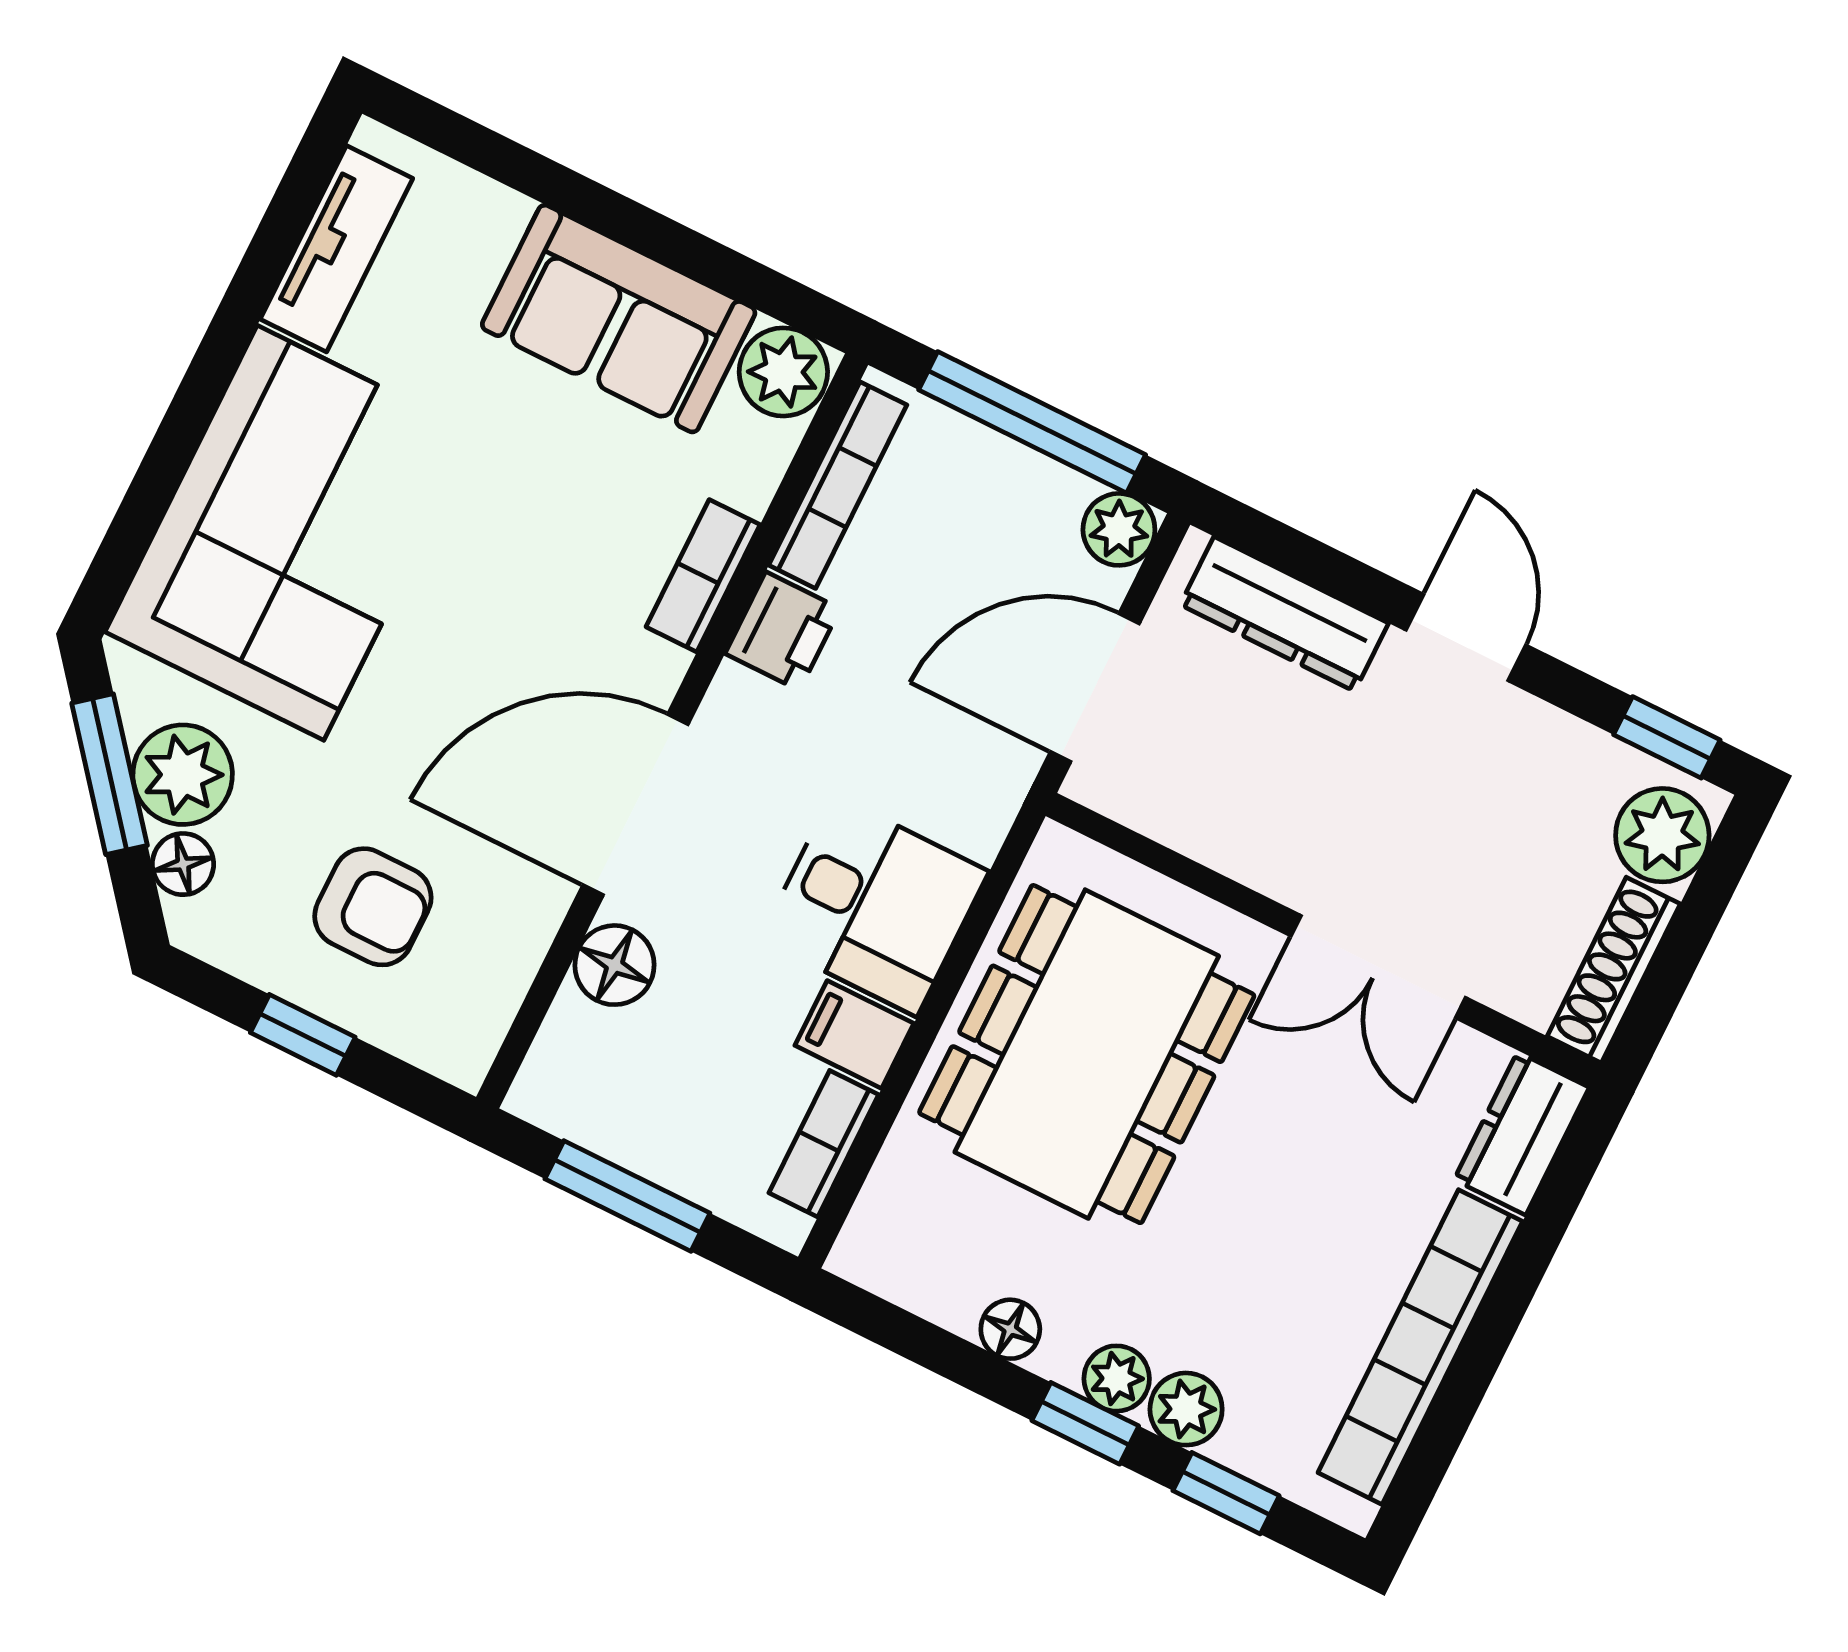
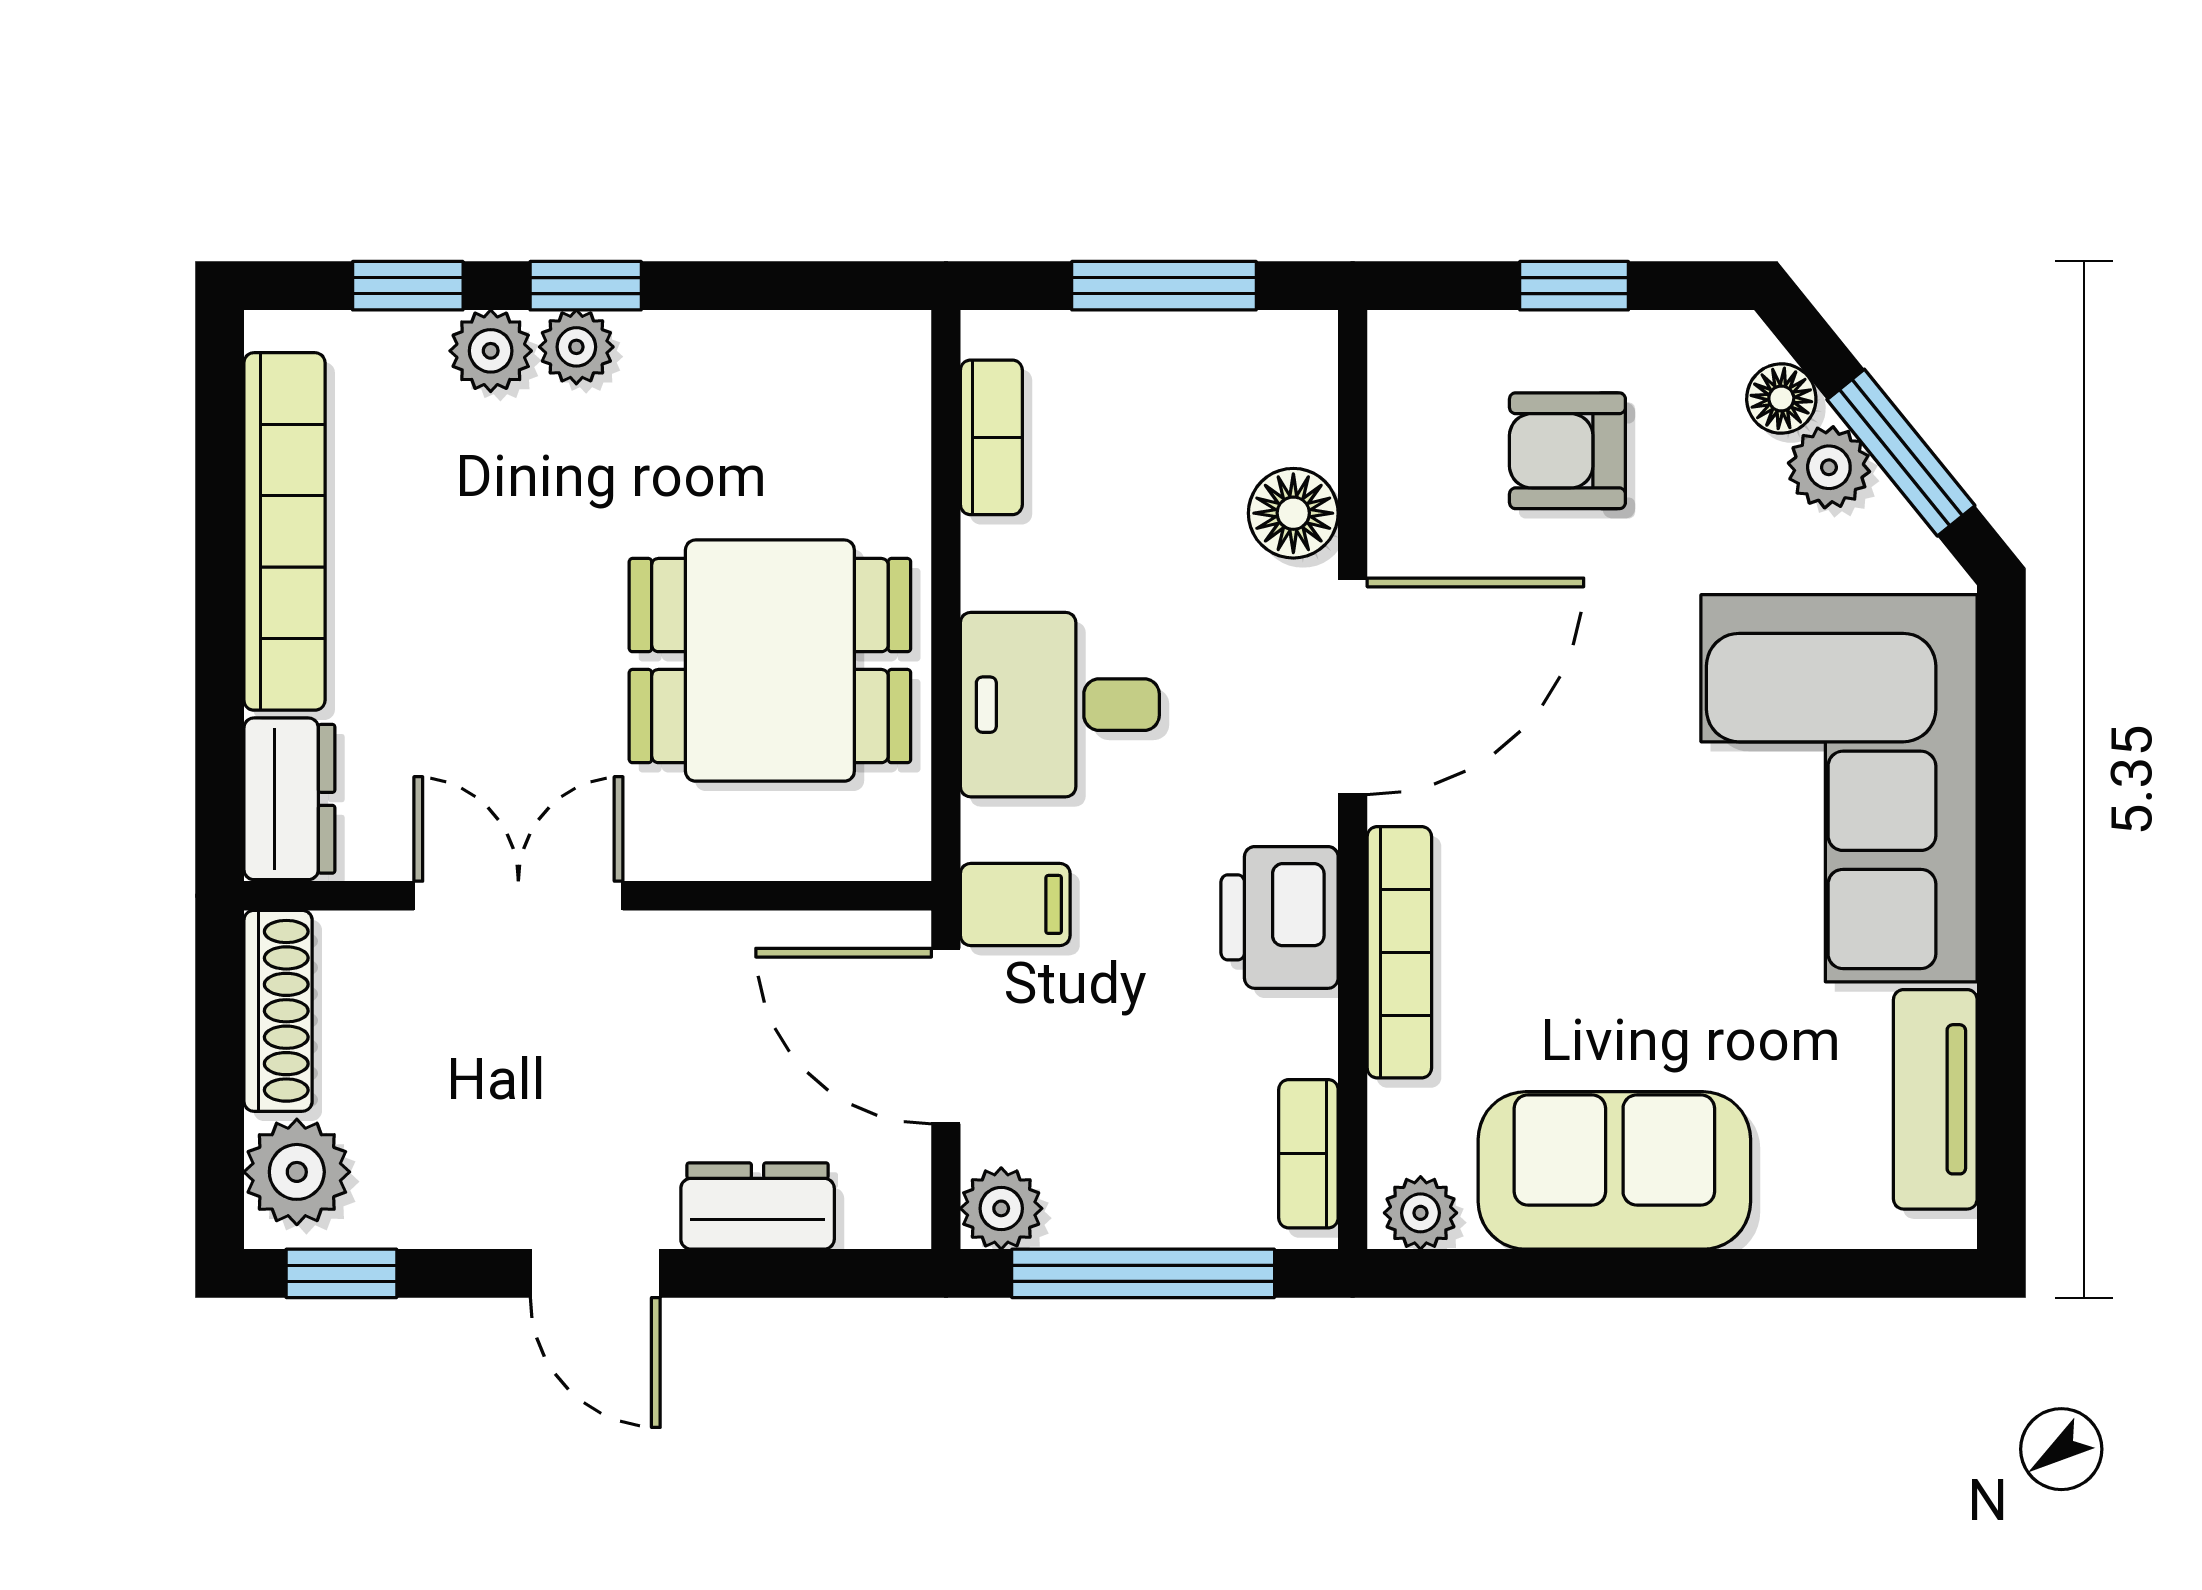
plant: (783, 372) -> (1421, 1213), width x0.73, depth x0.73
bookcase: (838, 485) -> (1308, 1154), width x0.64
bookcase: (703, 576) -> (1399, 952), width x1.56
dresser: (1284, 614) -> (758, 1206), width x0.70
printer: (783, 631) -> (1280, 917), width x1.36, depth x1.24
door: (1095, 688) -> (946, 1036), swing flipped
plant: (183, 775) -> (1829, 467), width x0.73, depth x0.73
filing cabinet: (854, 1034) -> (1015, 904), moved
dining table: (1087, 1054) -> (770, 661), width x0.73
floor lamp: (1010, 1329) -> (709, 343), removed

